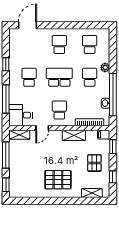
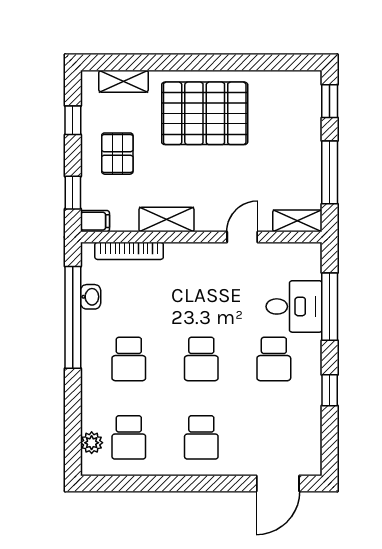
plant: (105, 68) -> (92, 443), moved
school desk: (59, 77) -> (201, 359), width x0.54
school desk: (59, 110) -> (201, 281), removed
desk: (21, 115) -> (294, 306), moved
pallet: (58, 180) -> (205, 113), width x1.37, depth x1.41

